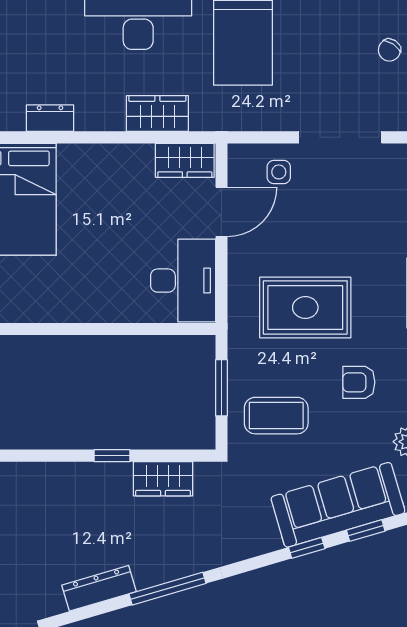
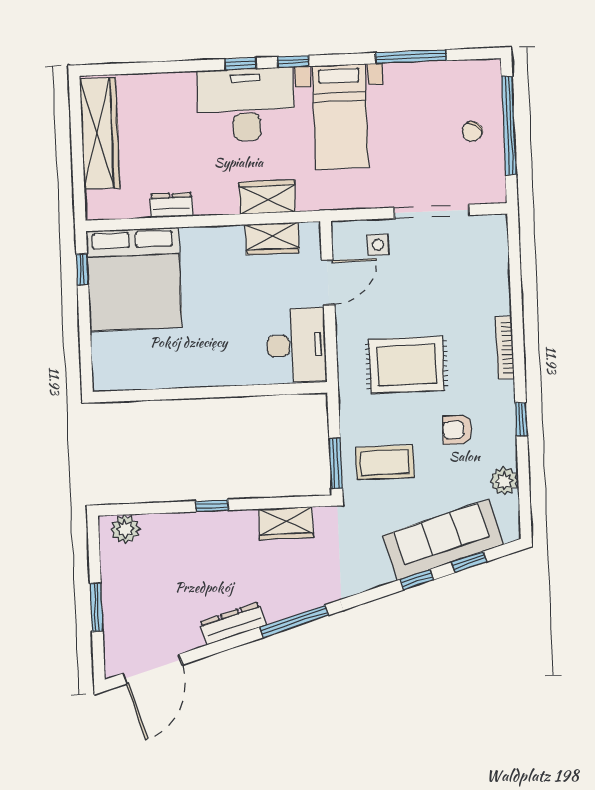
wardrobe: (185, 160) -> (272, 239), moved
window: (221, 388) -> (336, 464), moved
window: (112, 456) -> (212, 506), moved

